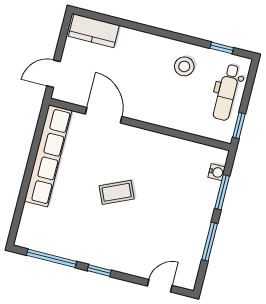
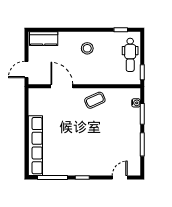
stool: (184, 66) -> (87, 48), moved
row of seats: (48, 156) -> (35, 146), moved
coffee table: (117, 192) -> (95, 100), moved

